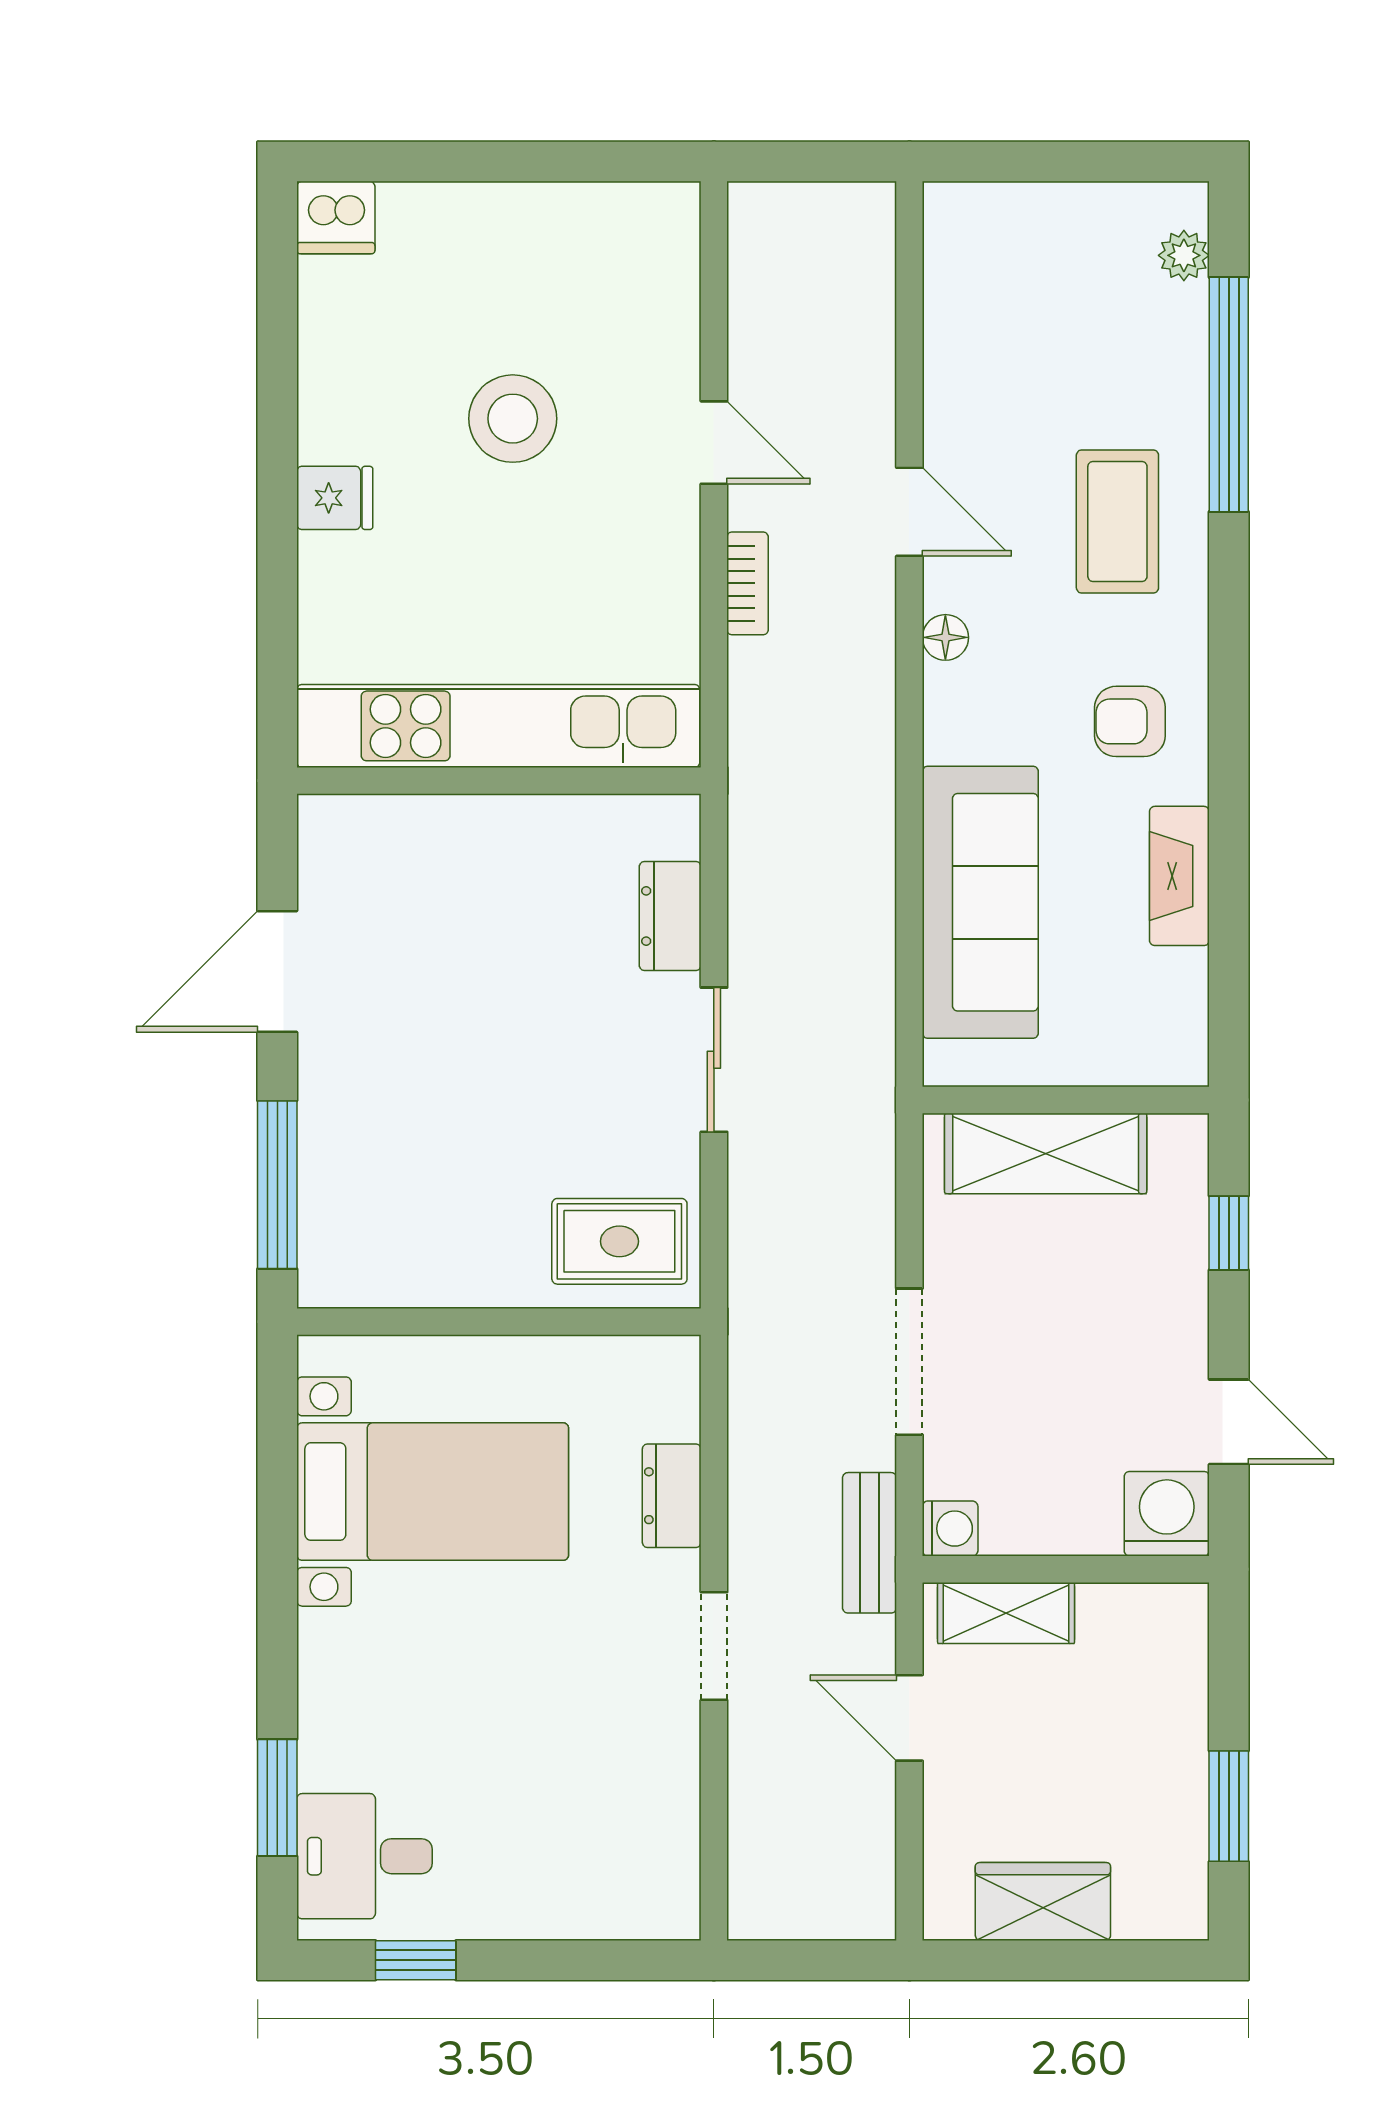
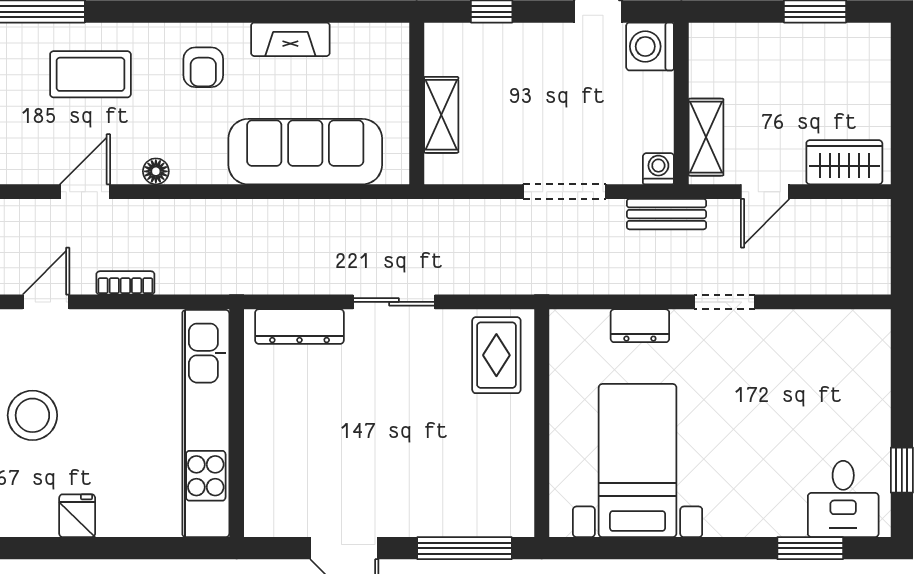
dresser: (670, 916) -> (299, 327), width x1.44
shelving: (1046, 1153) -> (441, 115), width x0.67, depth x0.75
wardrobe: (1043, 1902) -> (844, 162), moved, turned 90

